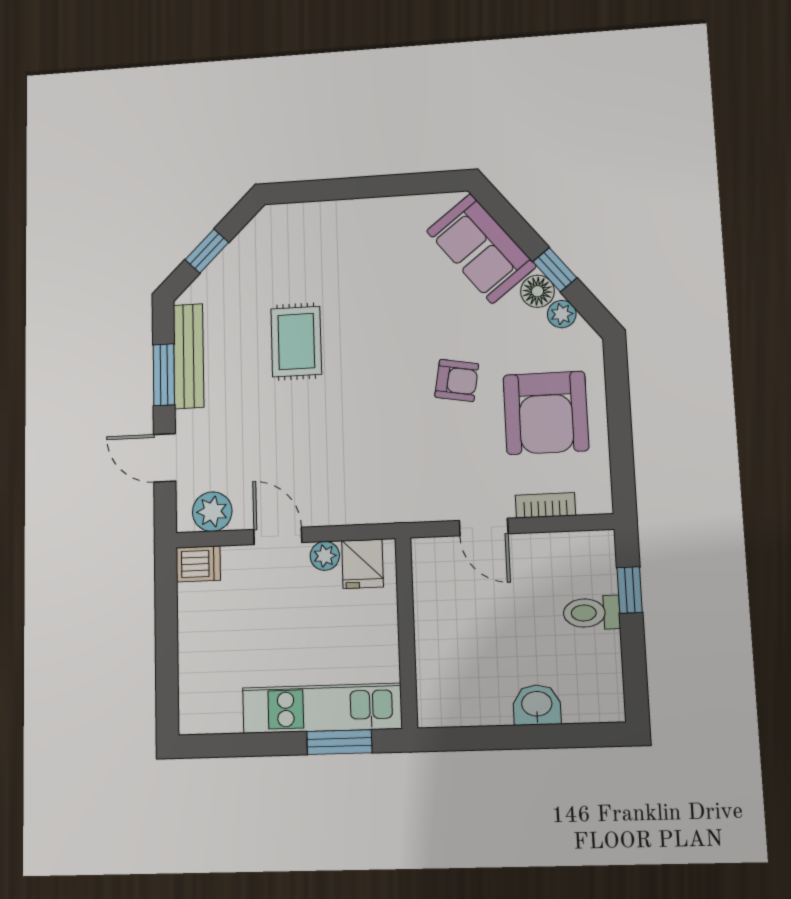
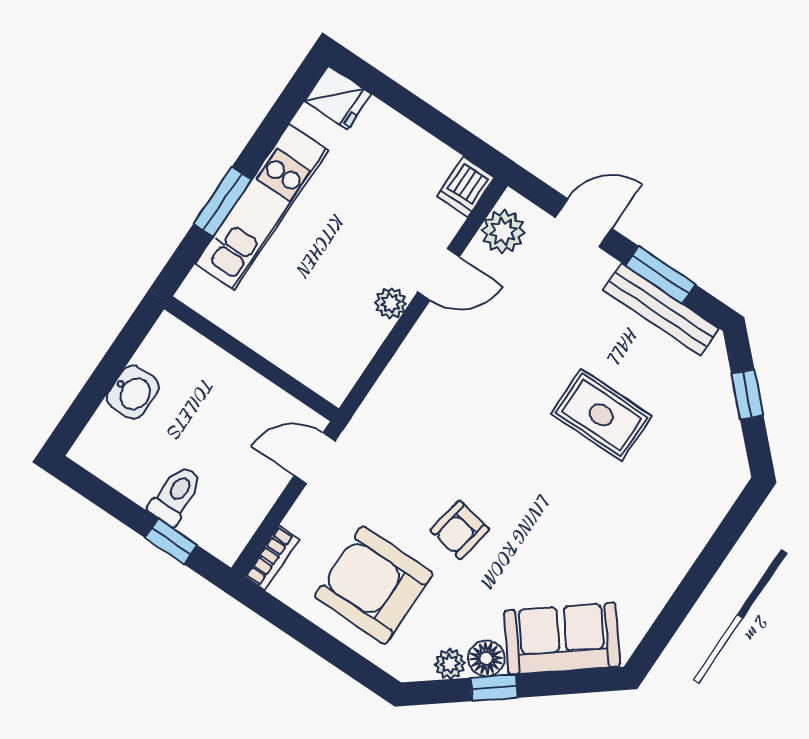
bookcase: (545, 505) -> (272, 558), moved
fridge: (363, 564) -> (338, 98), moved, turned 180
wall: (406, 632) -> (251, 359), moved

